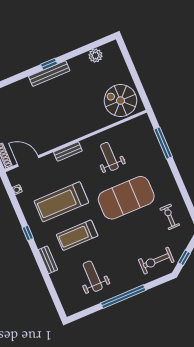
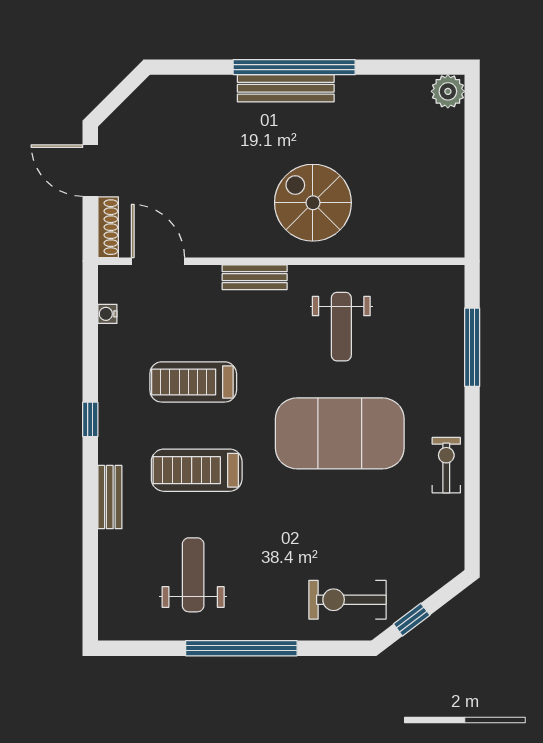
plant: (95, 56) -> (448, 91), moved
window: (49, 64) -> (294, 67), width x3.17
spiral stairs: (120, 101) -> (313, 203), moved
weight bench: (109, 156) -> (341, 327), turned 180
treadmill: (61, 202) -> (193, 382), width x0.73, depth x0.73
exercise bike: (170, 217) -> (446, 465), moved

